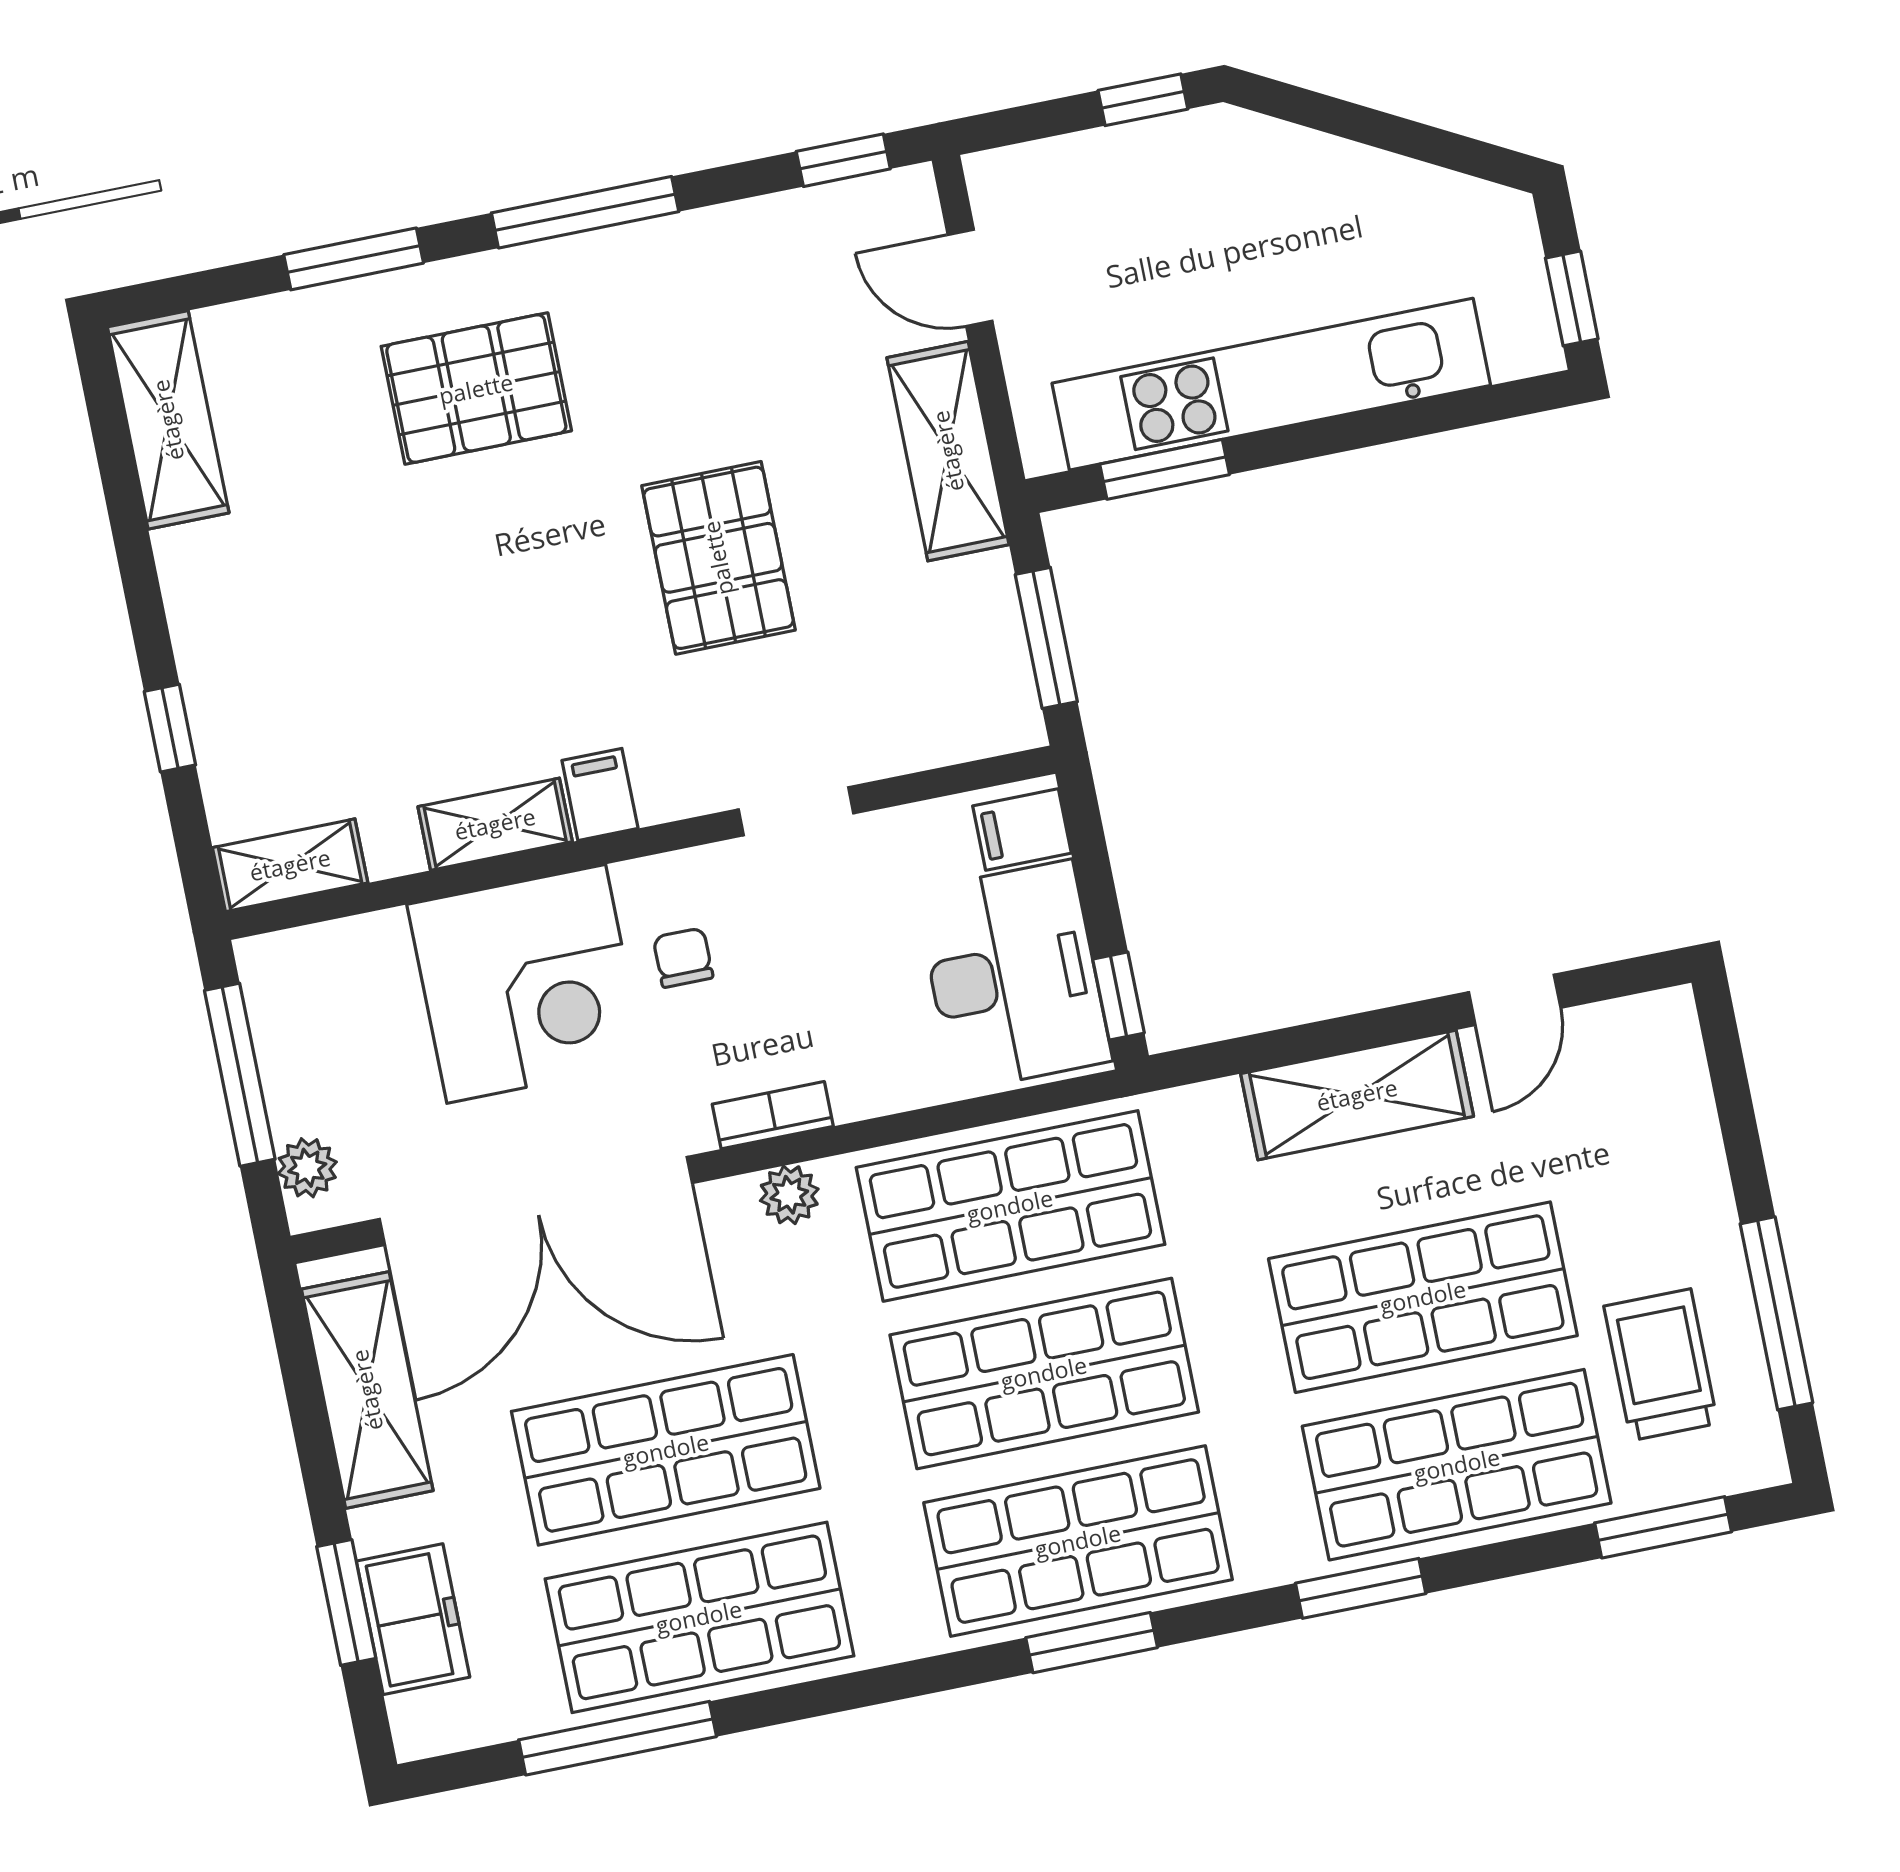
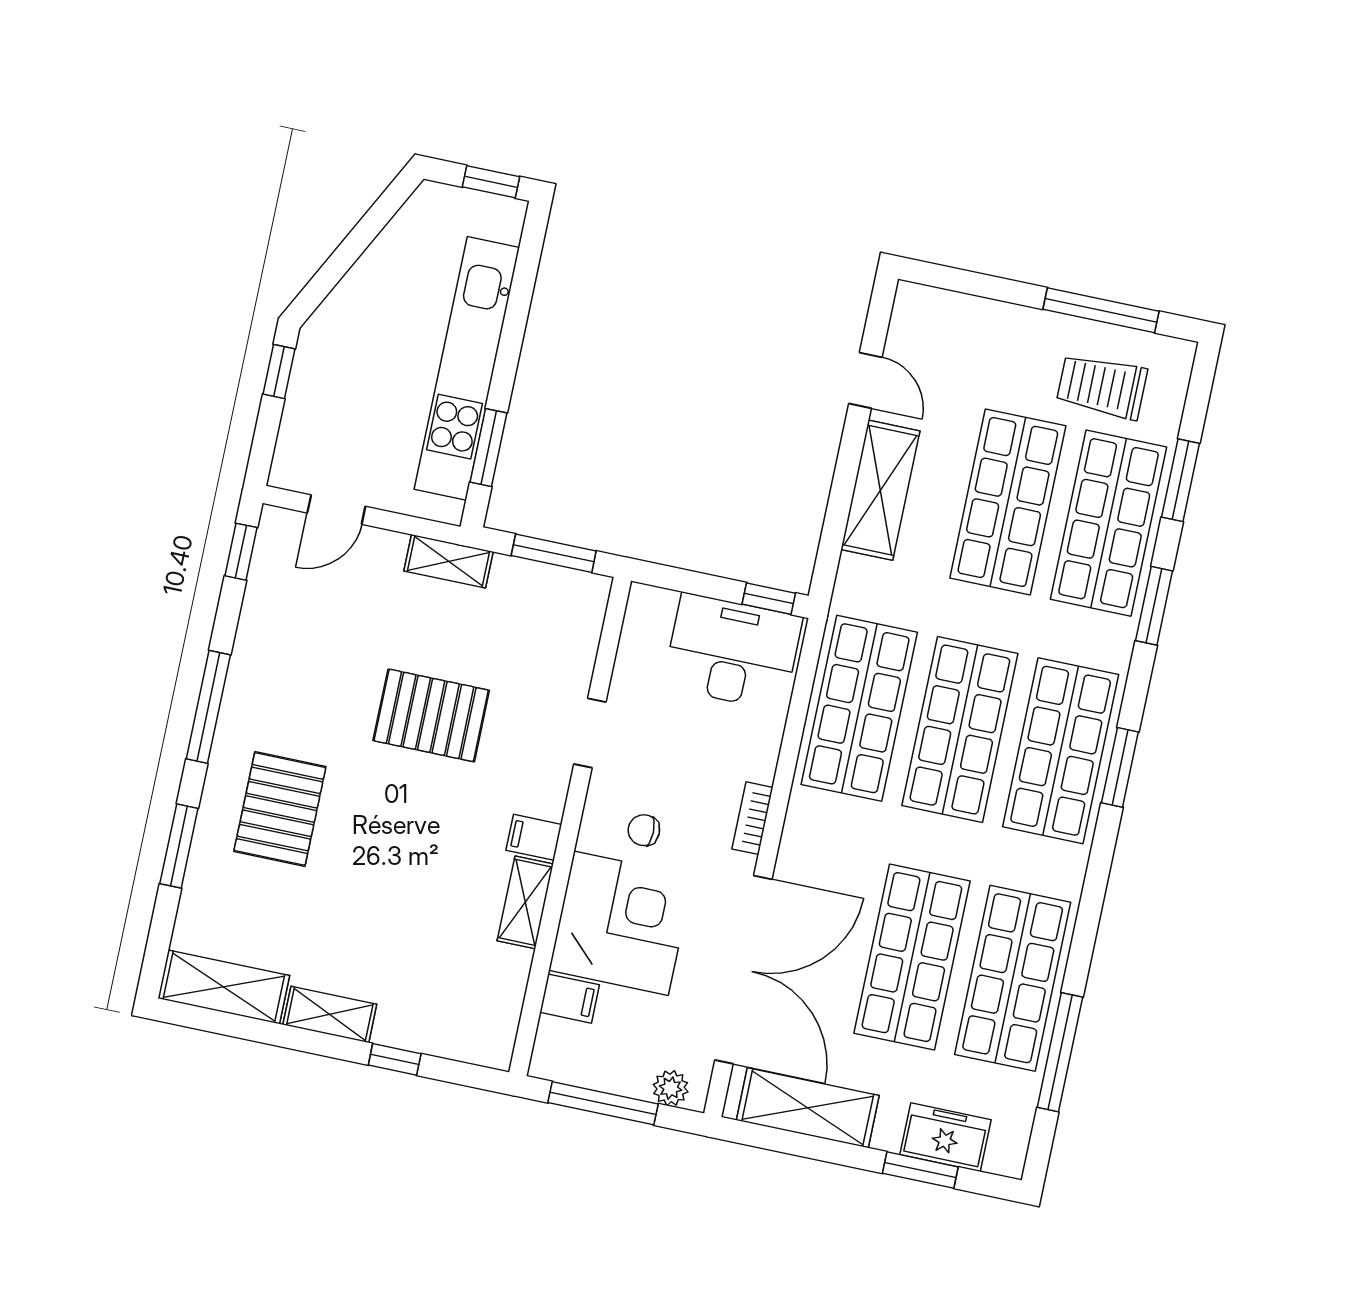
shelving: (948, 451) -> (449, 561), width x0.67, depth x0.75
filing cabinet: (1022, 830) -> (570, 999), moved, turned -90
shelving: (290, 865) -> (330, 1014), moved, turned 90
plant: (789, 1195) -> (800, 828), removed
window: (1663, 1527) -> (1180, 480), moved

